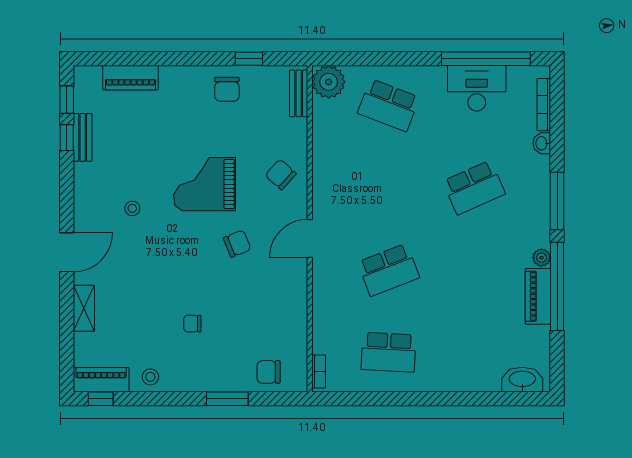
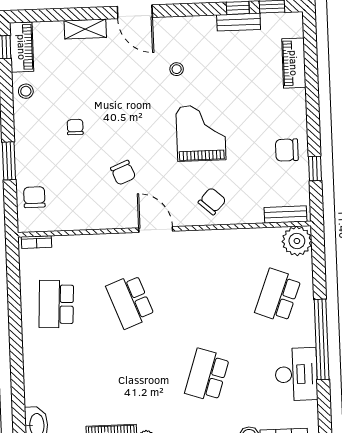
window: (486, 59) -> (322, 339), moved
school desk: (474, 188) -> (207, 375), turned 42
chair: (237, 244) -> (123, 173), moved

